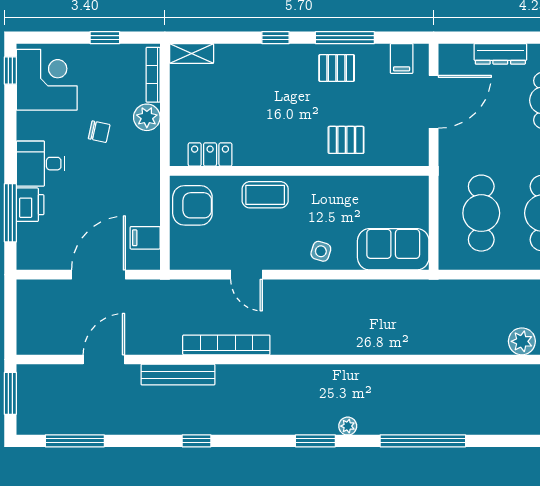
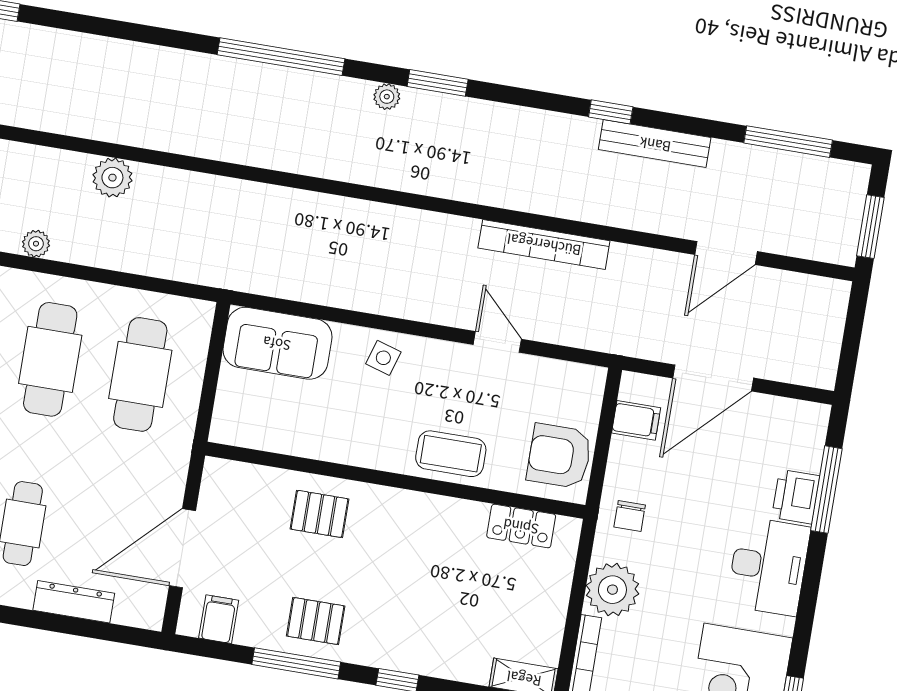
plant: (147, 117) -> (612, 590), width x1.36, depth x1.36
chair: (99, 132) -> (630, 516), moved, turned -102
desk: (41, 164) -> (768, 566), width x1.37
bench: (178, 375) -> (655, 144), moved

